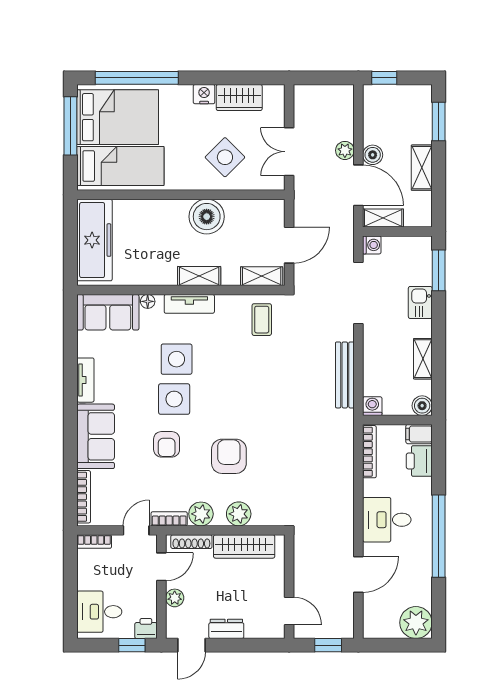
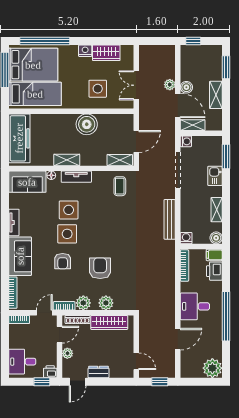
side table: (225, 157) -> (98, 89), turned 45
shelving: (199, 276) -> (67, 160), moved

